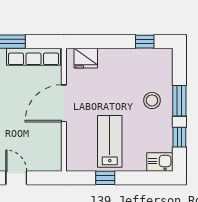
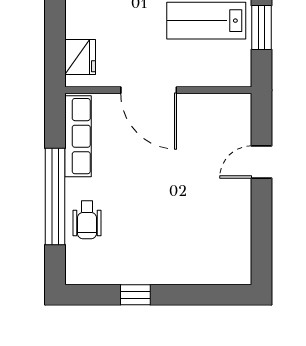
window: (105, 178) -> (262, 27), width x1.50

